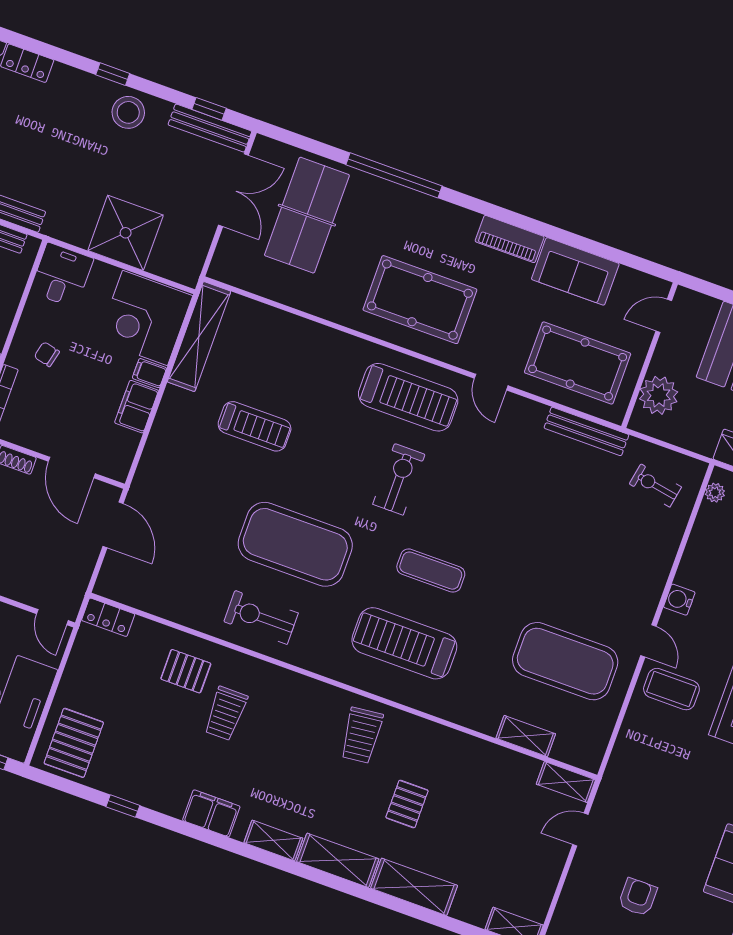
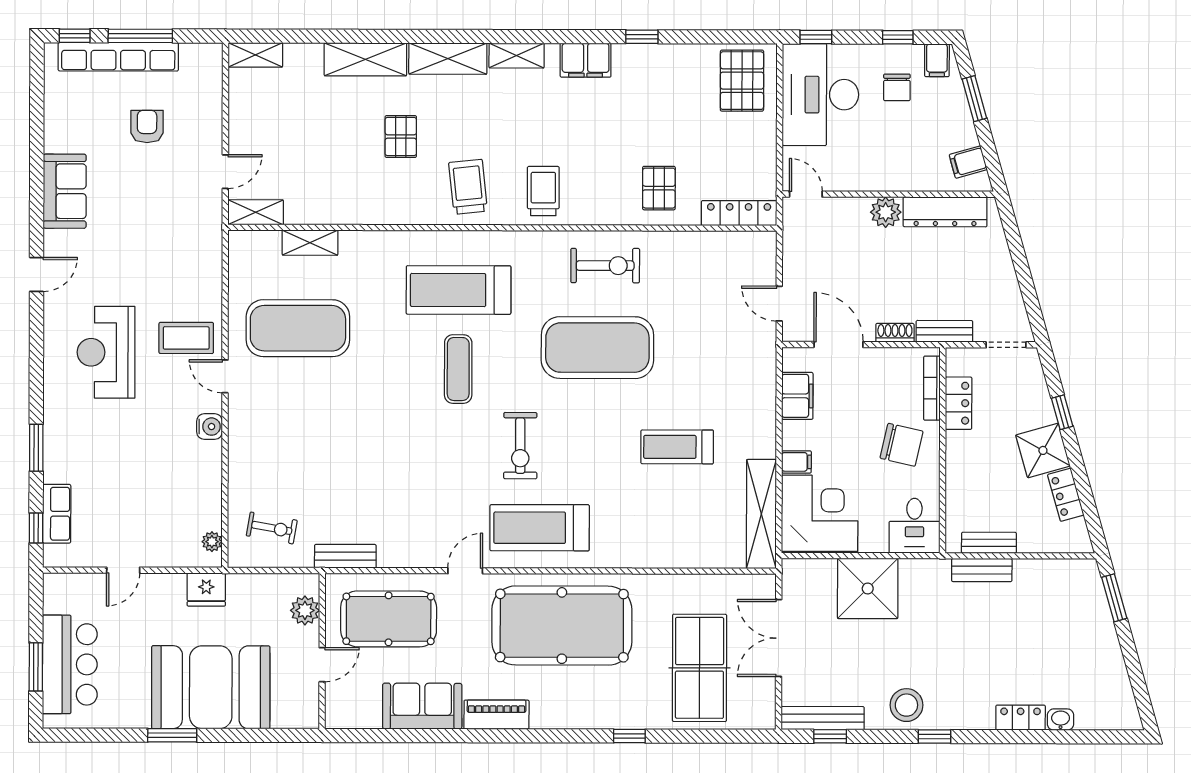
window: (394, 175) -> (629, 736), width x0.32
double door: (233, 190) -> (779, 638), moved
pool table: (420, 300) -> (562, 626), width x1.36, depth x1.32
door: (664, 316) -> (322, 665), moved
chair: (47, 354) -> (902, 445), width x1.87, depth x1.87
door: (491, 382) -> (465, 571), hinge flipped
plant: (659, 395) -> (305, 610), width x0.73, depth x0.73
filing cabinet: (137, 407) -> (797, 396), moved
bench: (586, 431) -> (345, 556), width x0.73
door: (113, 525) -> (779, 304), width x0.73
exercise mat: (431, 571) -> (458, 369), turned 90
locker: (108, 617) -> (739, 213), width x1.53
treadmill: (404, 643) -> (459, 290), turned 180
pallet: (186, 671) -> (659, 188), turned 90
trolley: (226, 714) -> (543, 191), moved
window: (123, 806) -> (642, 37), moved
armchair: (638, 897) -> (147, 126), turned 180

